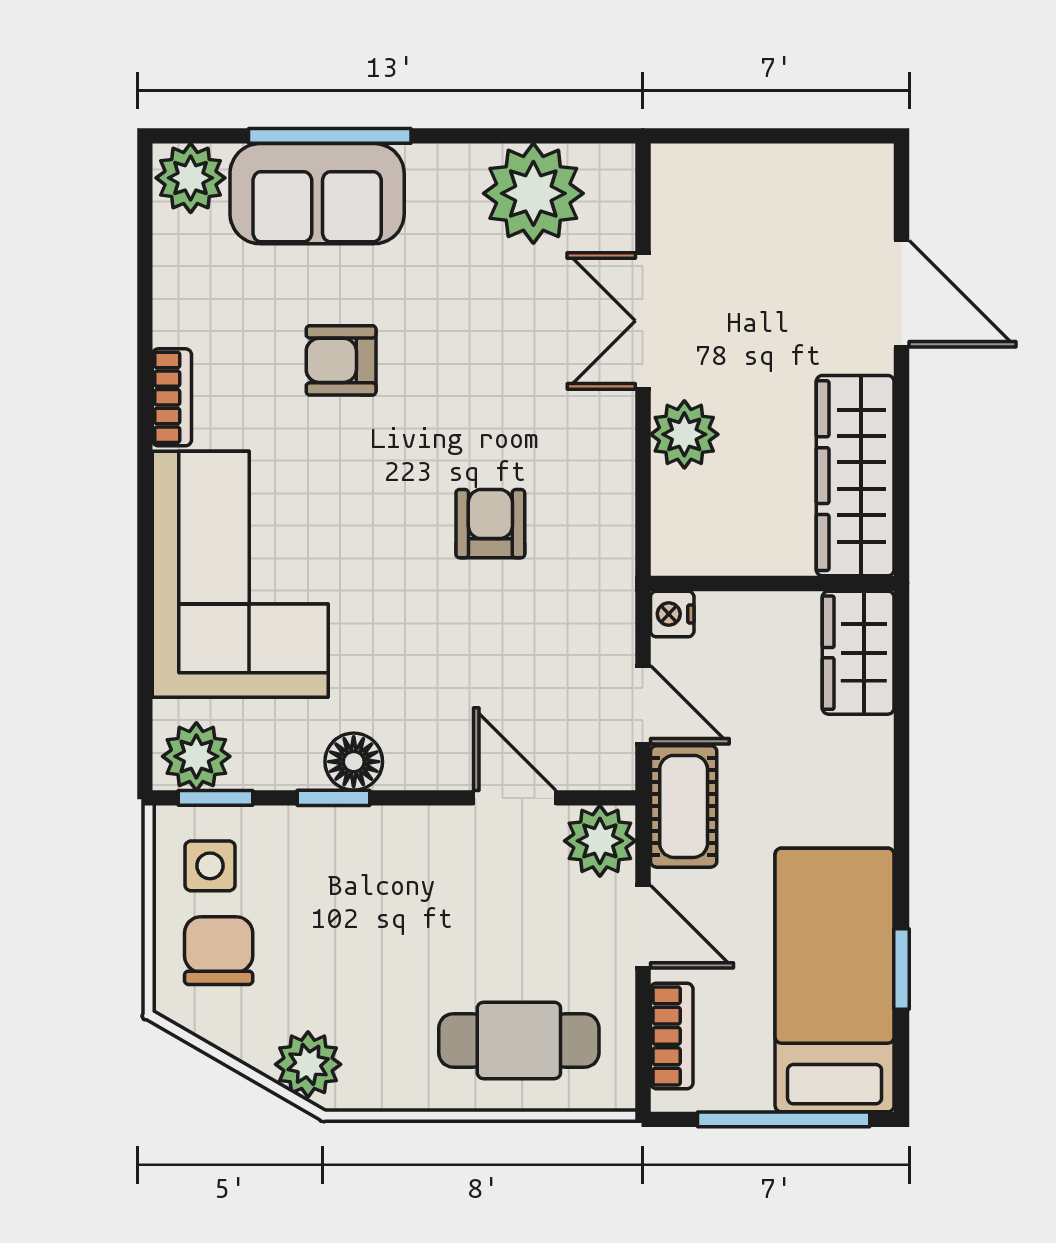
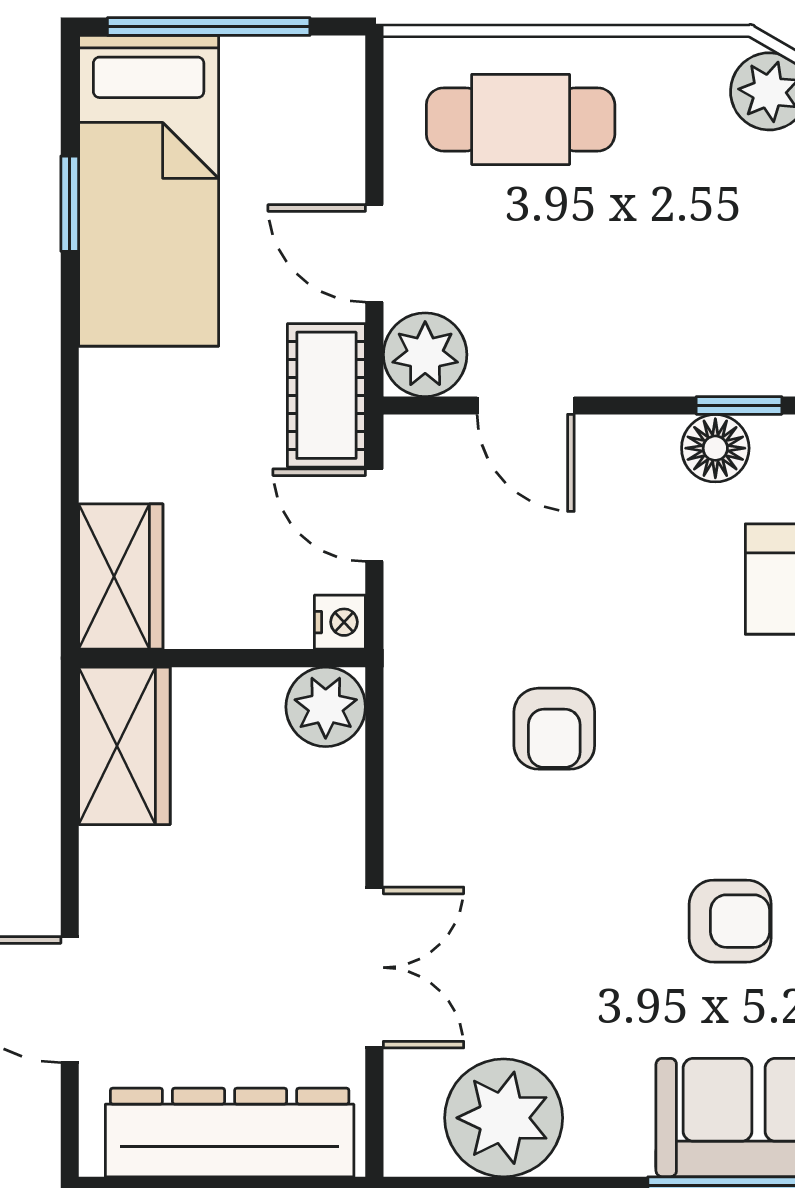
dresser: (766, 181) -> (230, 1132), added
plant: (684, 434) -> (326, 707), moved
wardrobe: (855, 476) -> (124, 746), width x0.67
bookcase: (672, 1036) -> (341, 125), removed

